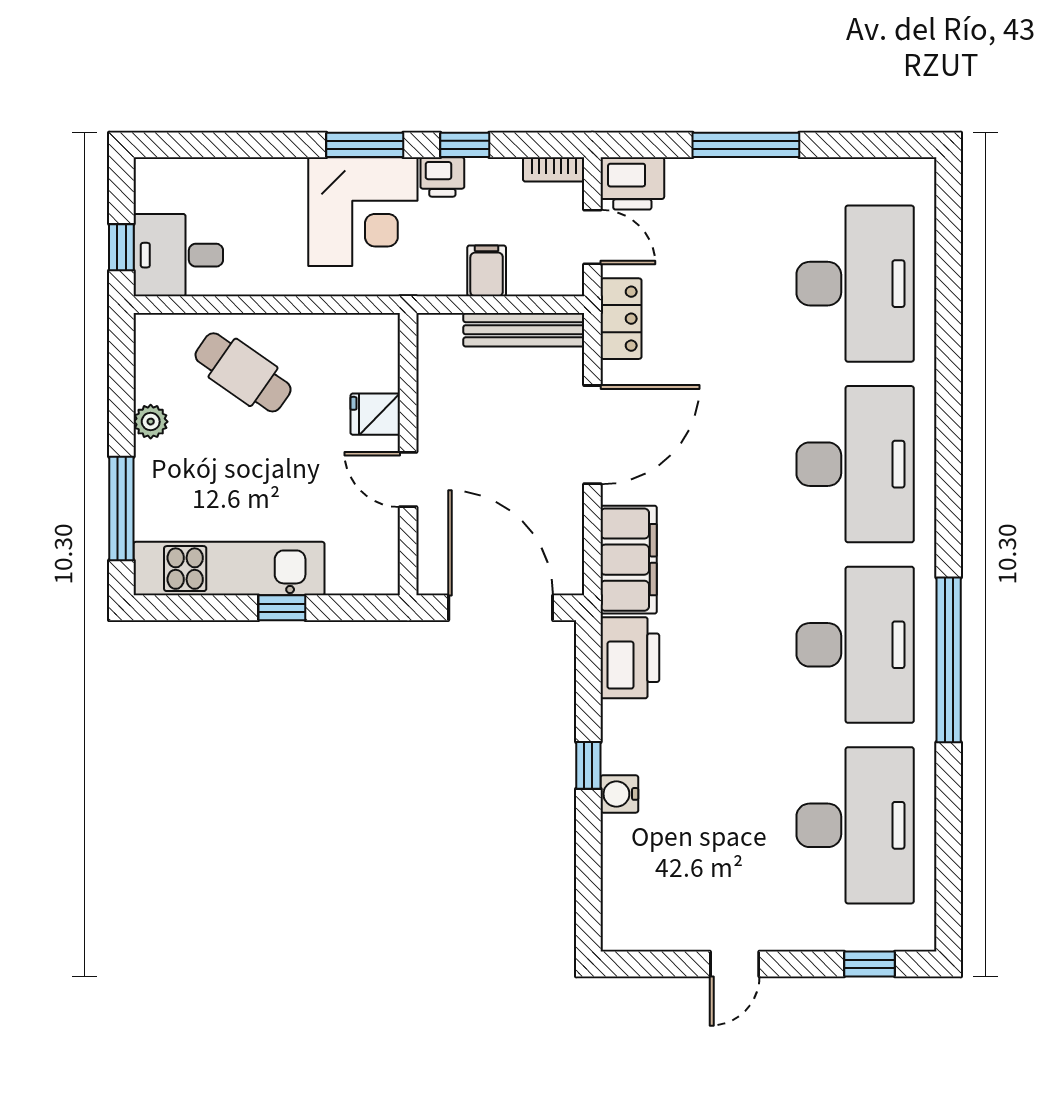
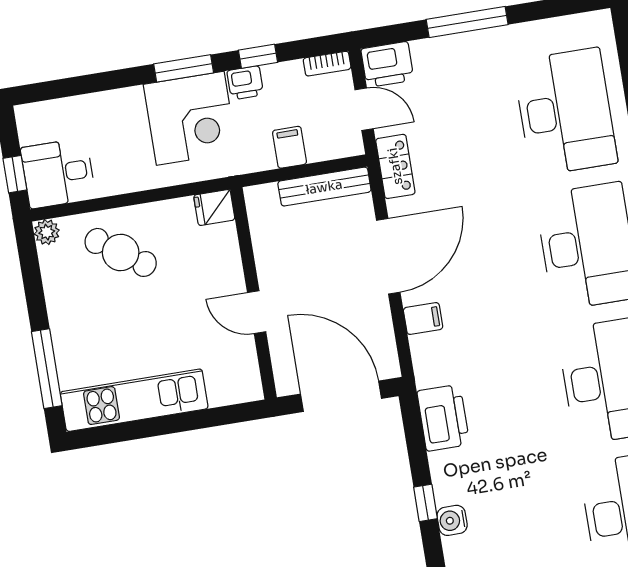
fridge: (375, 414) -> (214, 207), moved
plant: (151, 422) -> (47, 232), moved
filing cabinet: (629, 560) -> (423, 319), width x0.33, depth x0.86
window: (282, 608) -> (178, 423), removed

